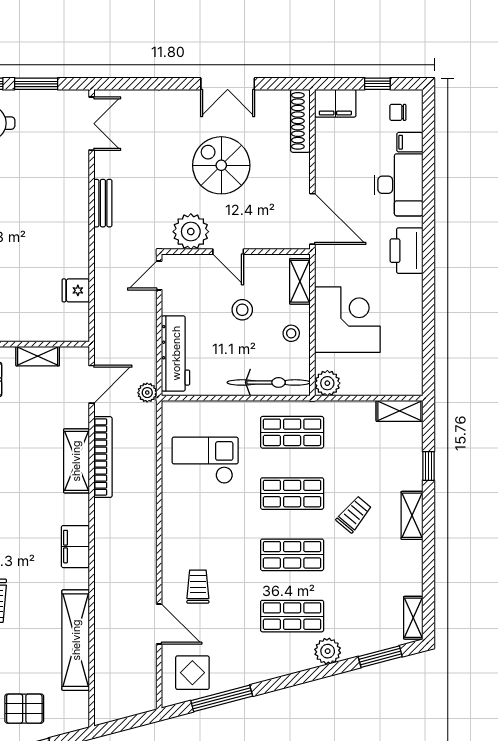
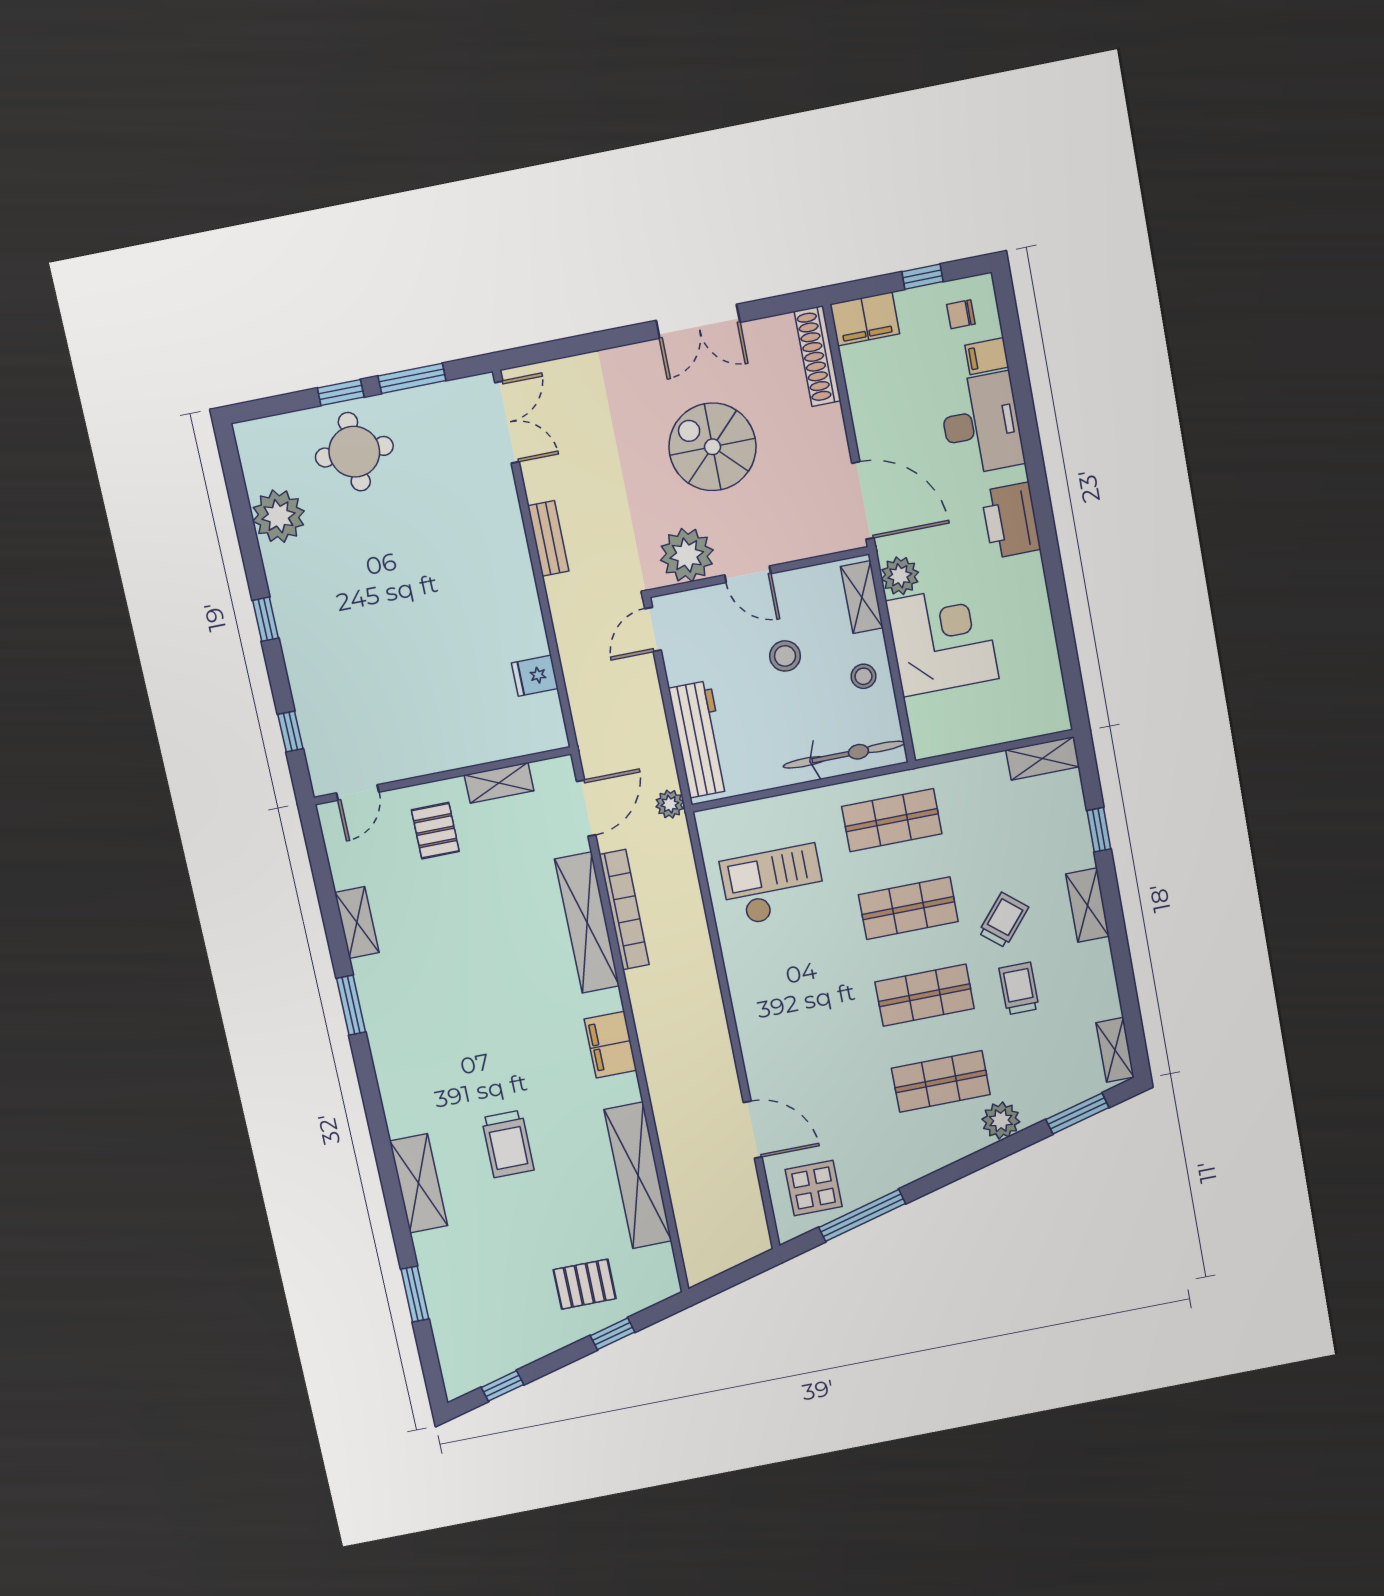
plant: (327, 383) -> (900, 576), moved
shelving: (76, 461) -> (587, 923), width x1.47
trolley: (198, 587) -> (1019, 988), moved

